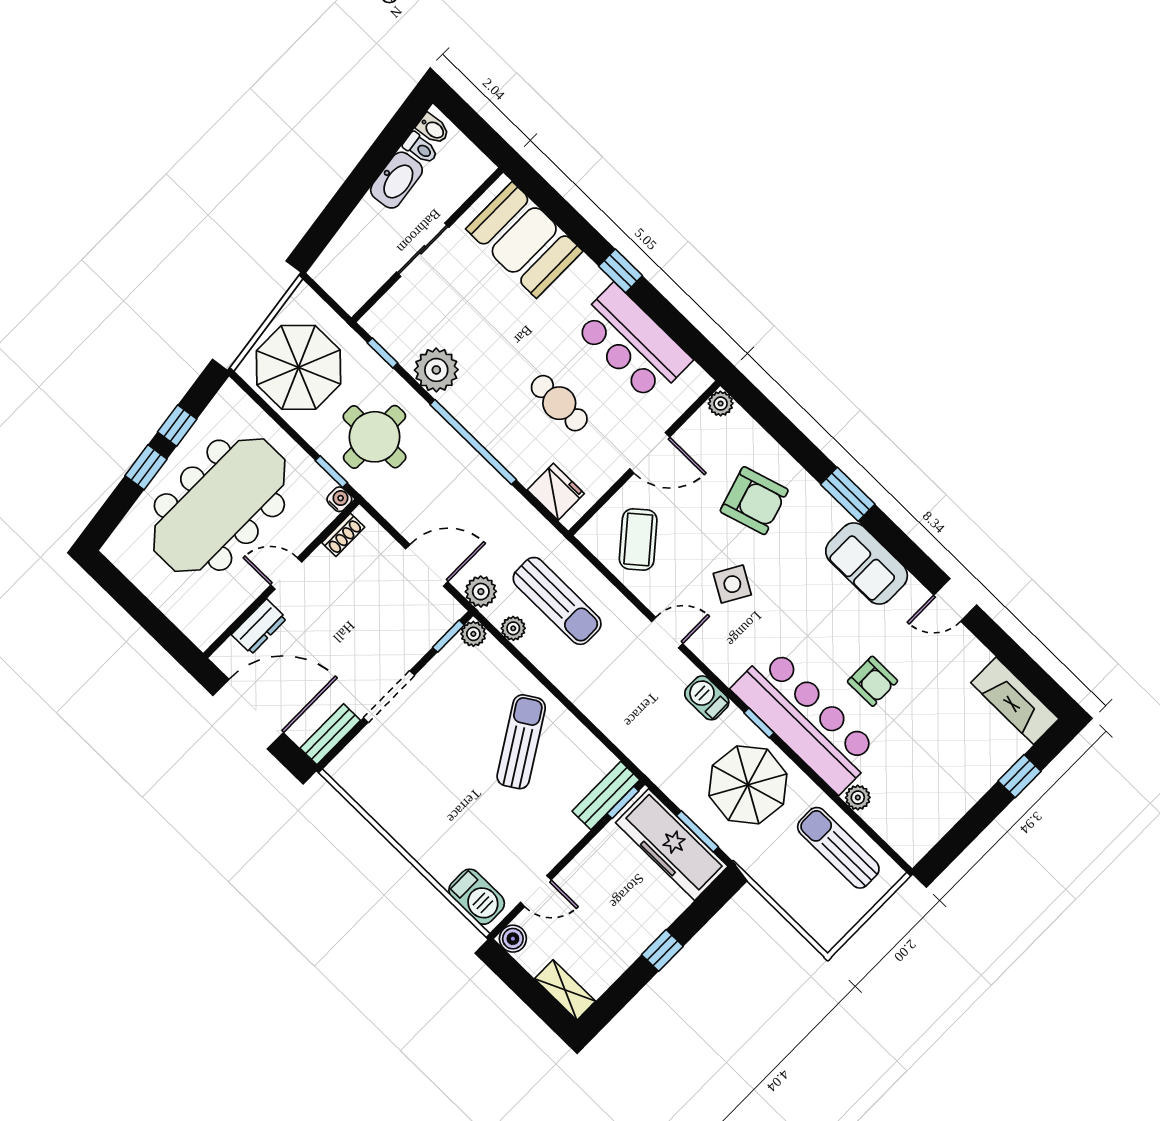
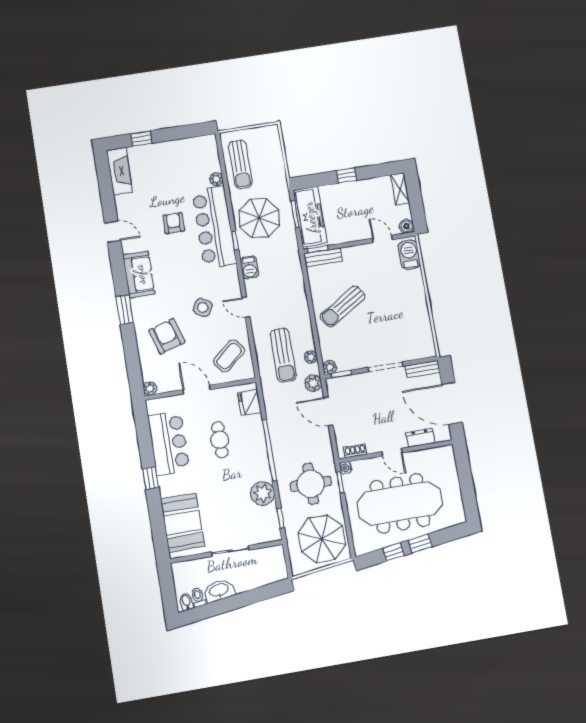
sun lounger: (557, 601) -> (283, 355), turned 180

